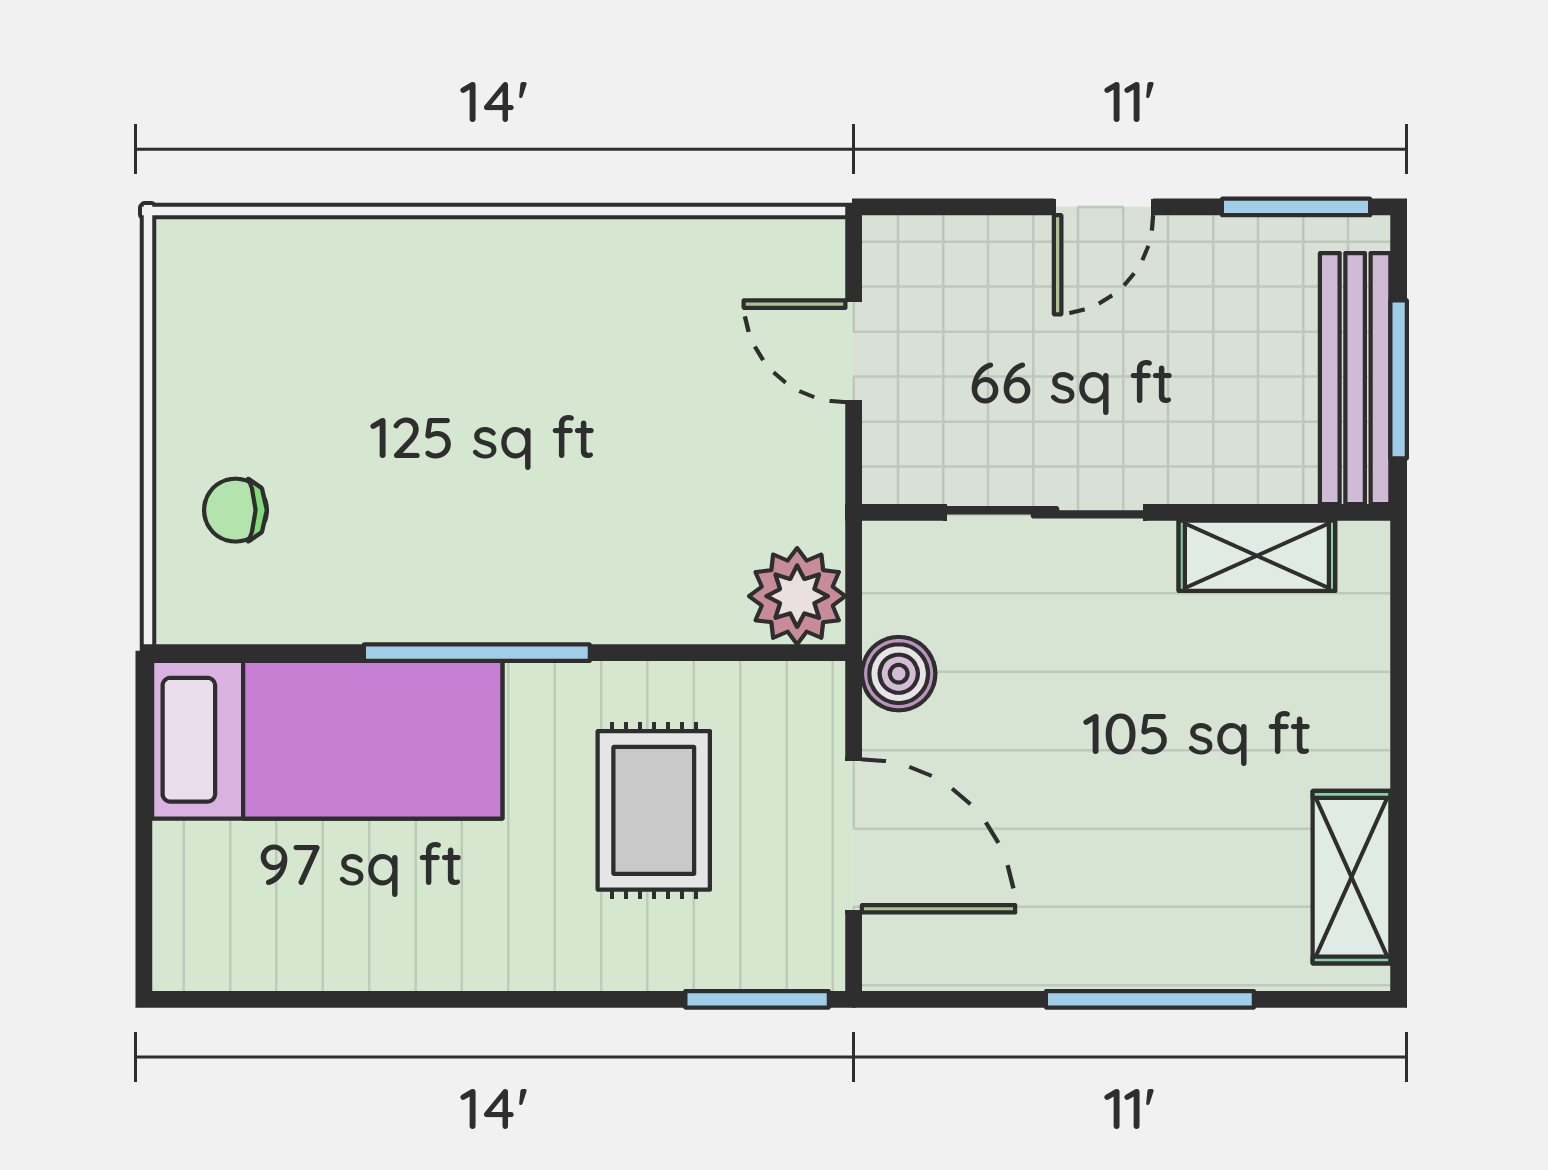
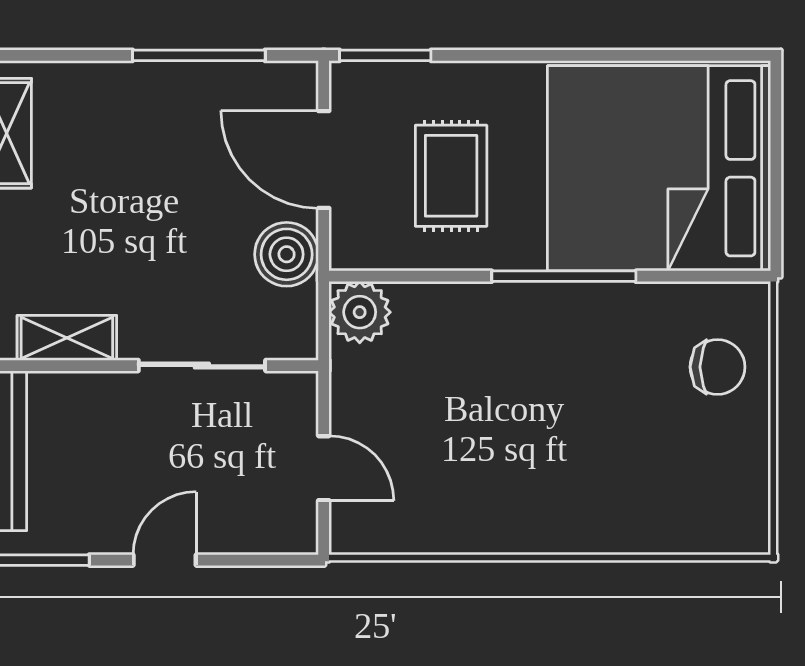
chair: (235, 510) -> (718, 367), width x1.37, depth x1.37
boiler: (899, 674) -> (287, 254), width x1.36, depth x1.36
bed: (327, 740) -> (659, 168), width x2.04
window: (1150, 999) -> (199, 55), moved

